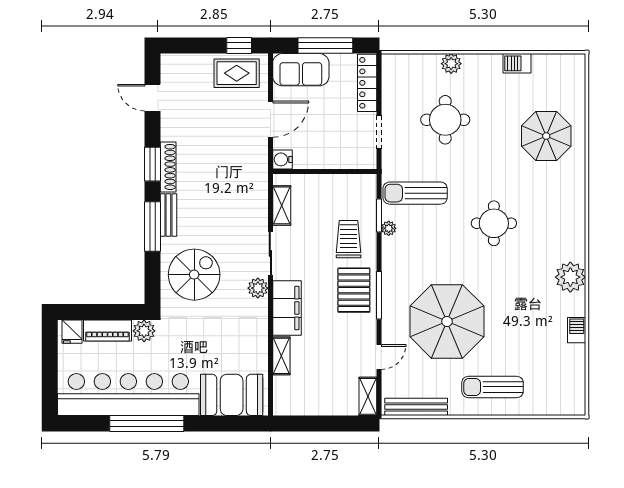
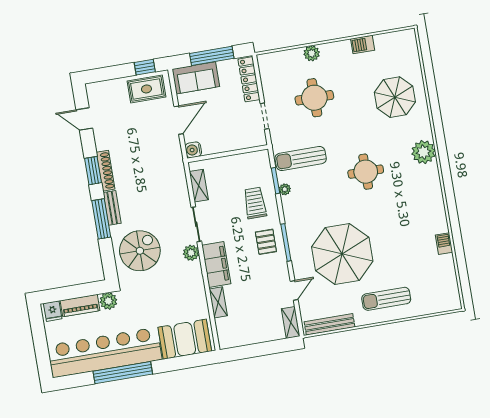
plant: (570, 277) -> (423, 152), moved
pallet: (354, 290) -> (266, 242), width x0.67, depth x0.71

